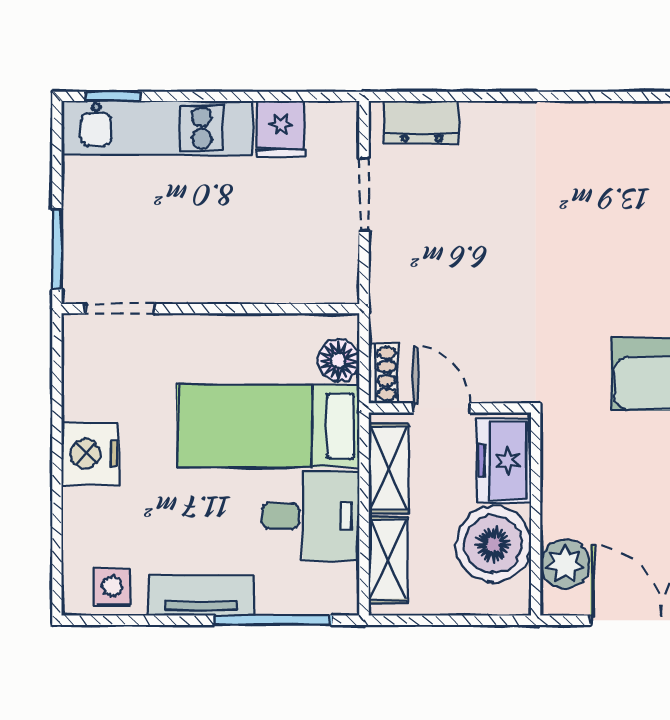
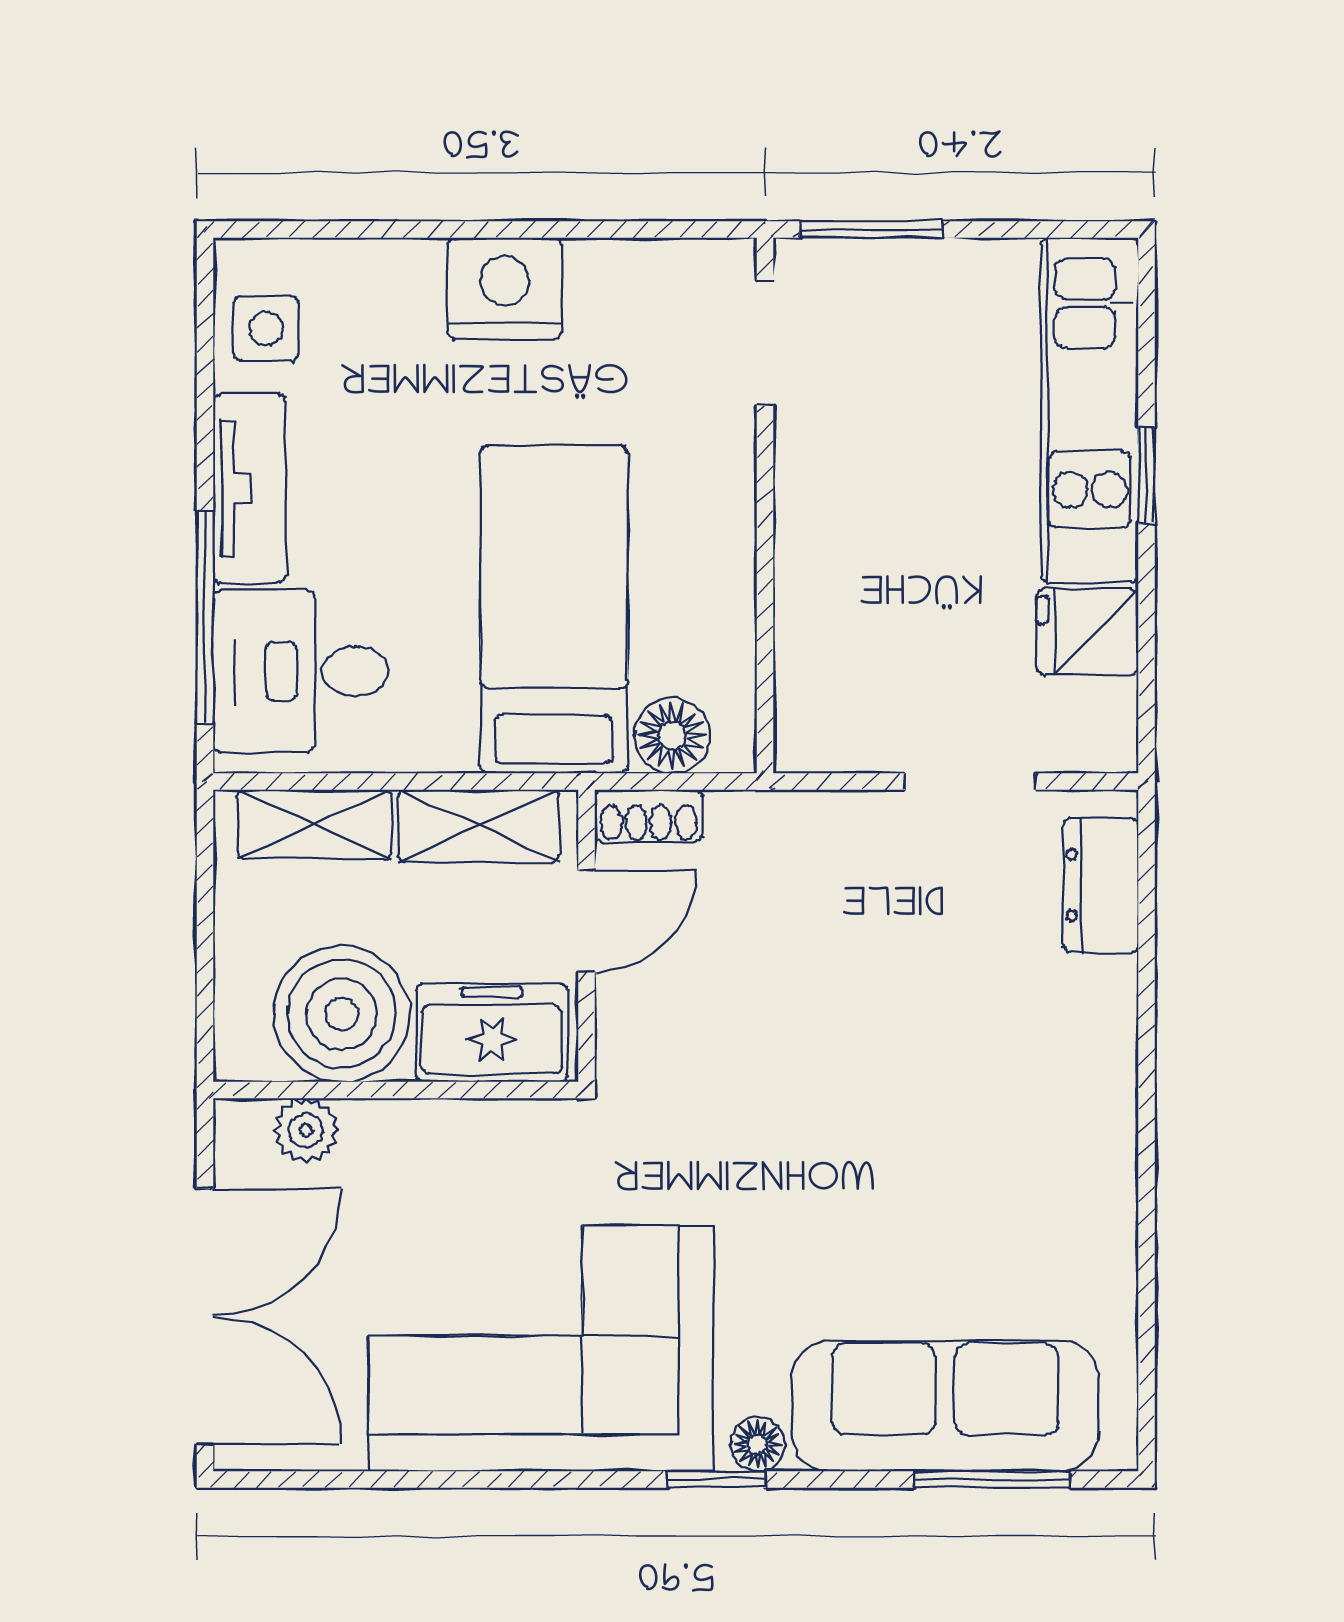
window: (113, 96) -> (1147, 476), moved
desk: (311, 516) -> (301, 671), moved, turned 90
plant: (565, 564) -> (306, 1130), width x0.73, depth x0.73

